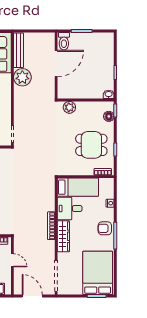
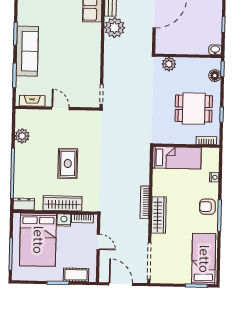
desk: (70, 209) -> (167, 183), removed
bed: (98, 273) -> (204, 259), width x0.67

